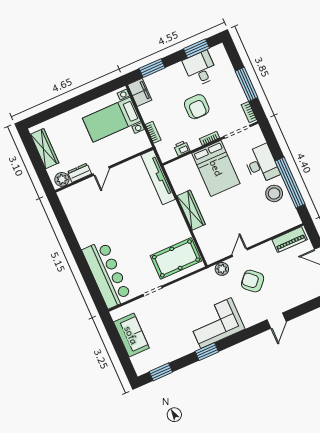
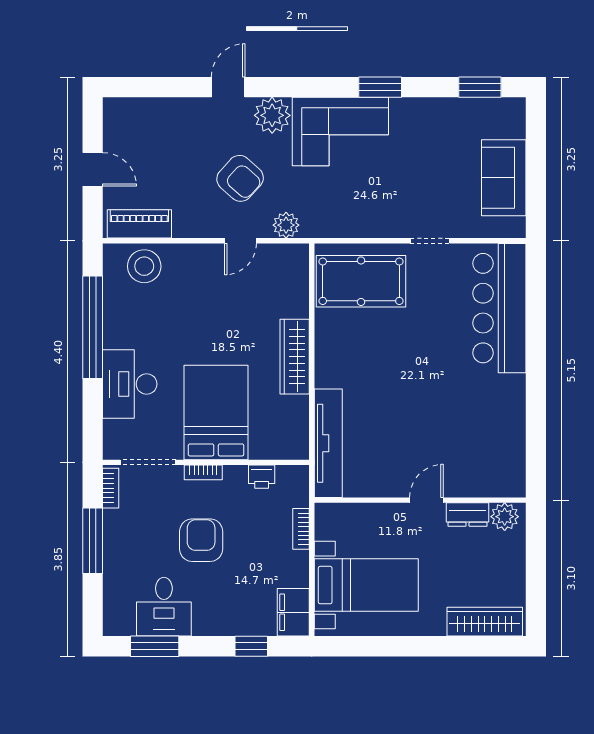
window: (152, 68) -> (251, 646), width x0.67
wardrobe: (45, 149) -> (485, 622), moved, turned 90
stool: (274, 193) -> (144, 266), moved
plant: (251, 317) -> (272, 115), added

